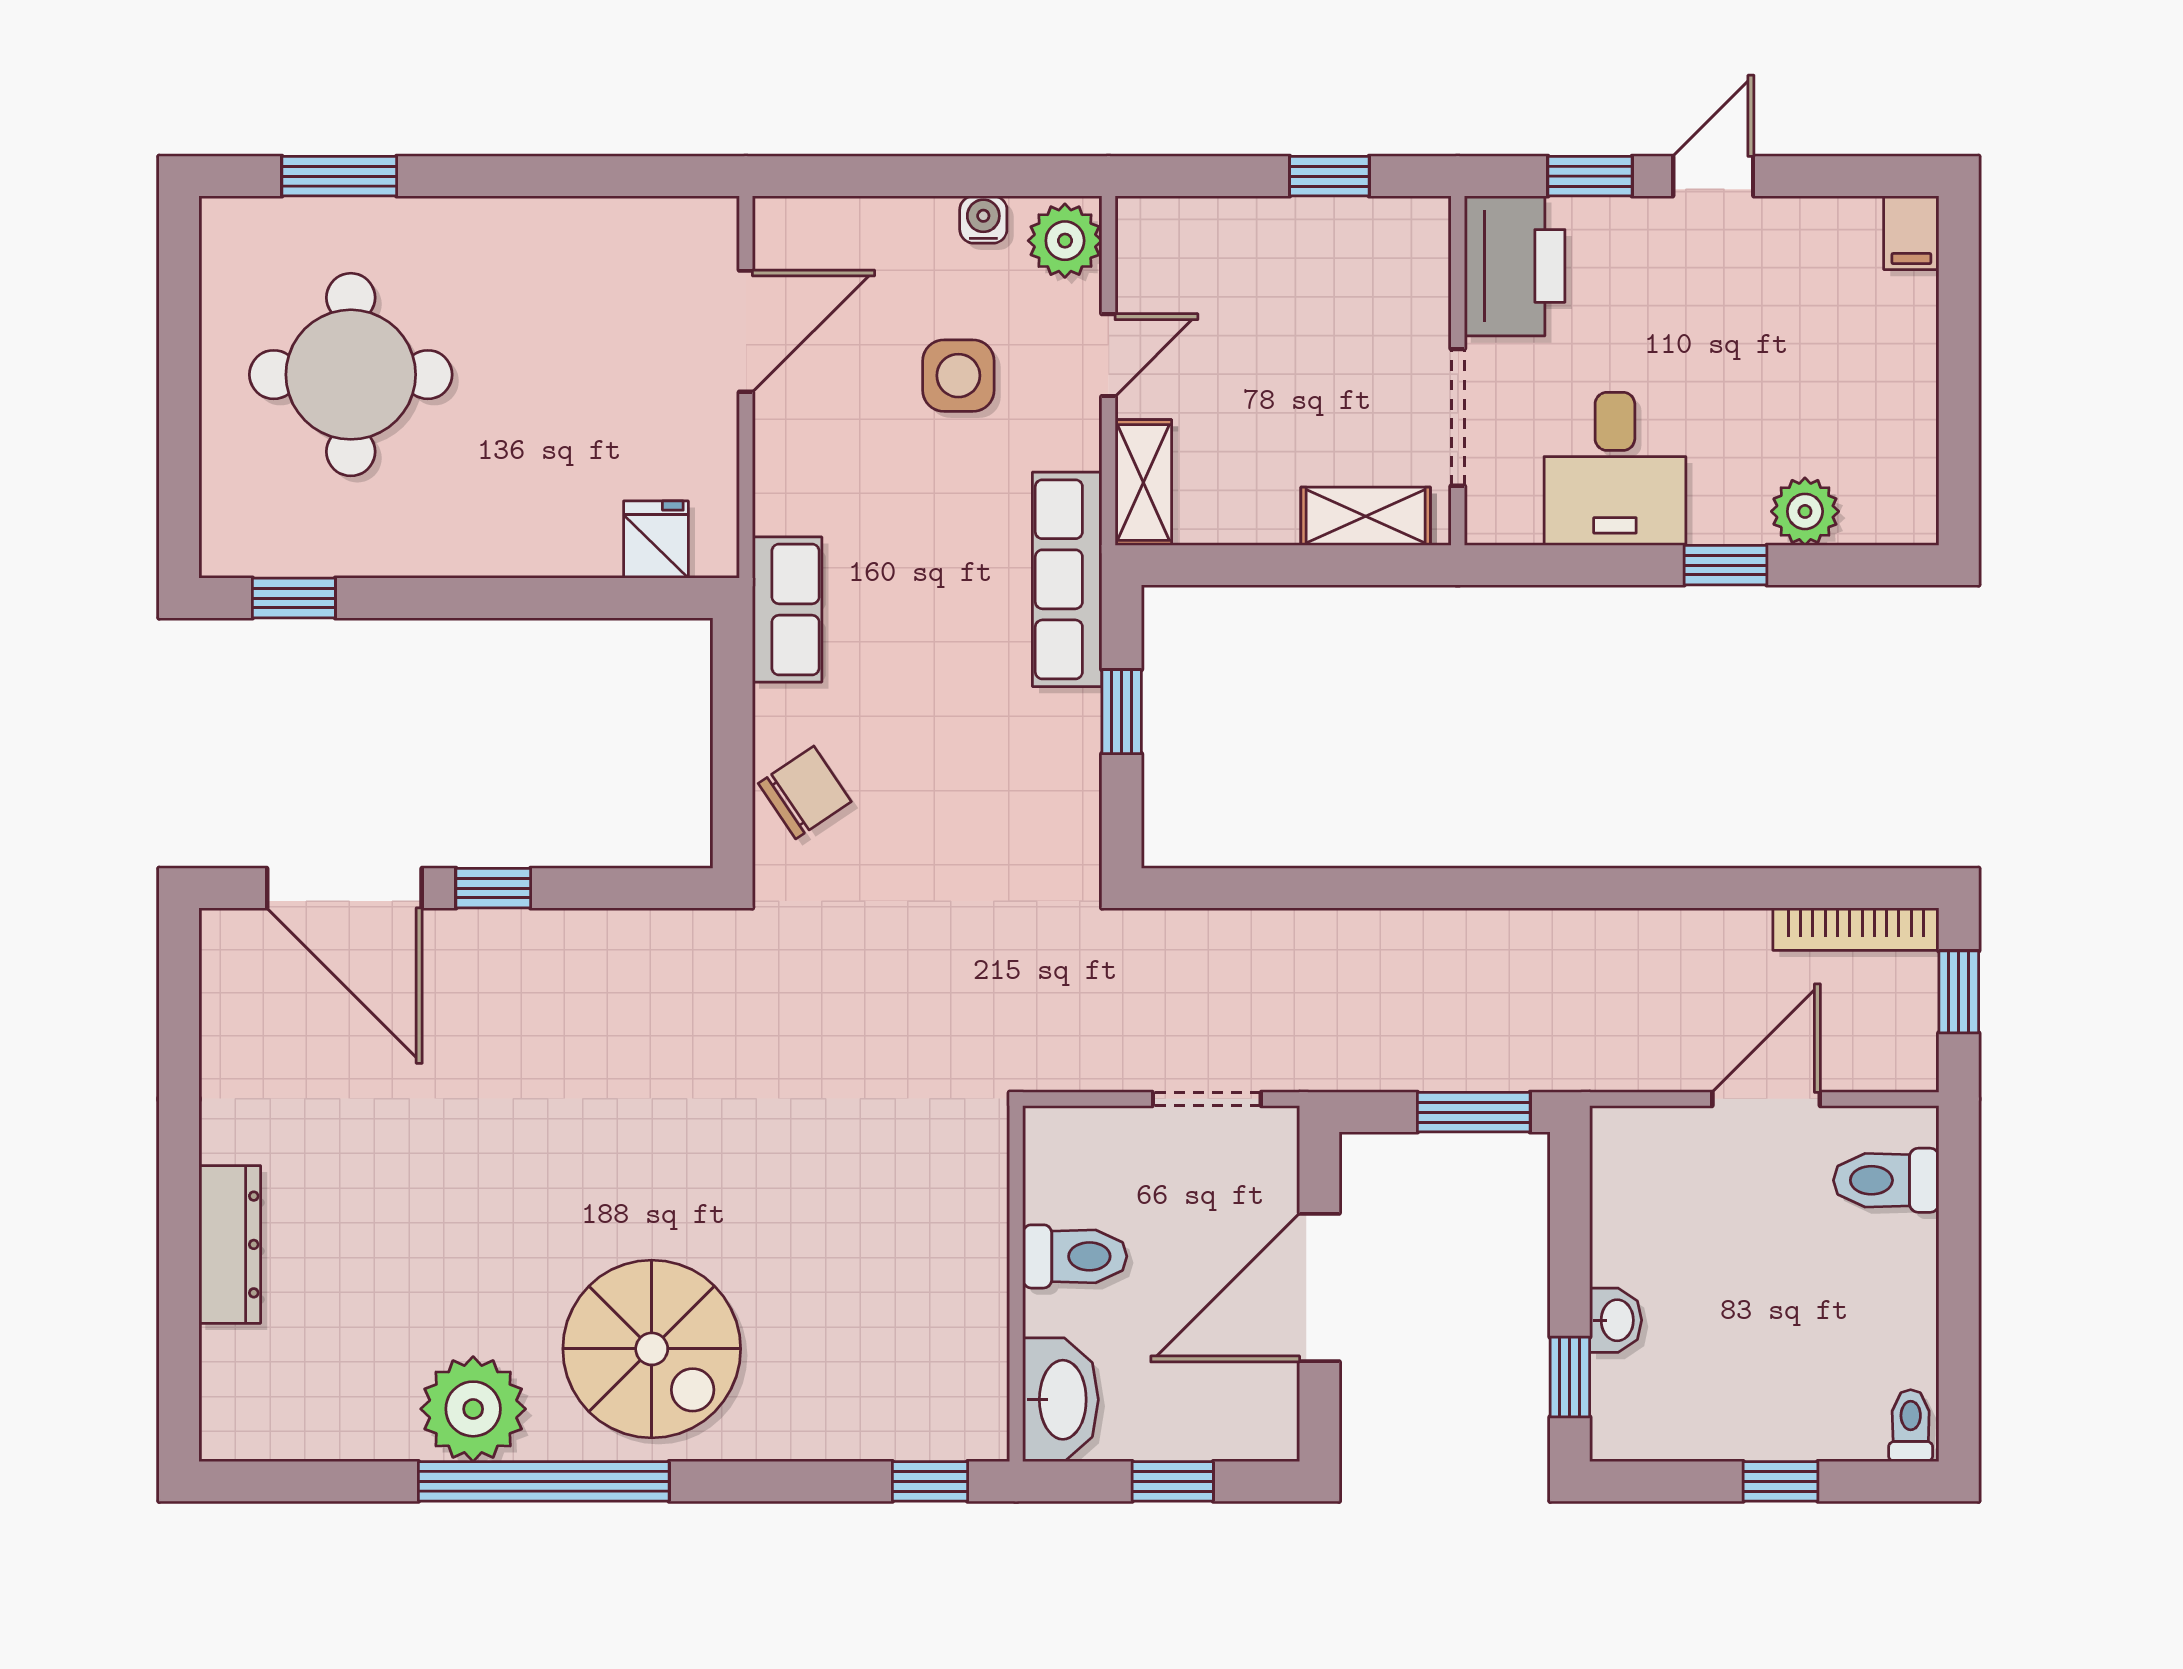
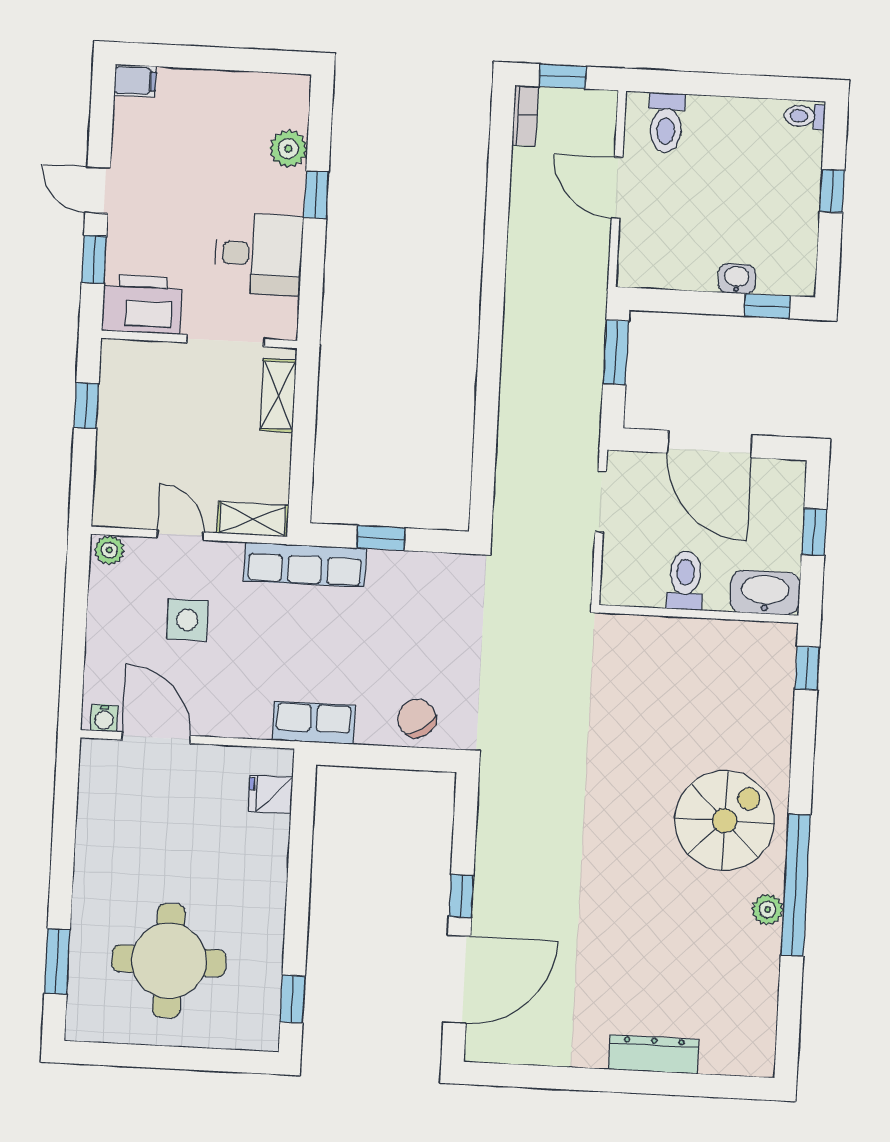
water cooler: (983, 220) -> (104, 718), moved, turned -90
plant: (1065, 241) -> (109, 550), width x0.73, depth x0.73
bookcase: (1856, 929) -> (525, 116), width x0.64
plant: (473, 1409) -> (768, 910), width x0.53, depth x0.53

